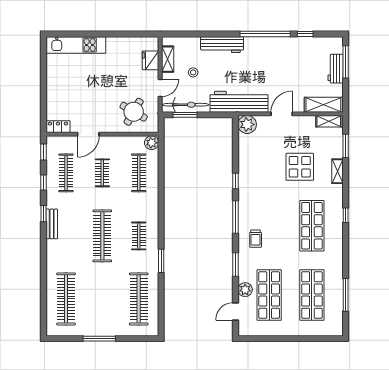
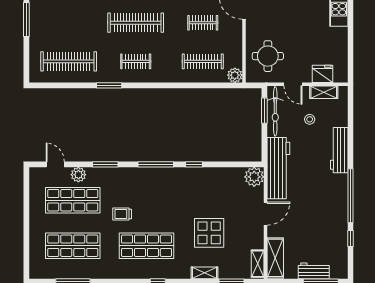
round table: (134, 112) -> (268, 56), turned -30
door: (282, 114) -> (266, 214), hinge flipped
trolley: (256, 239) -> (122, 214), moved

